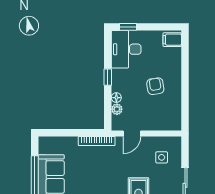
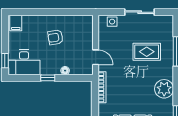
plant: (117, 109) -> (75, 70), removed
side table: (162, 157) -> (112, 22), moved

